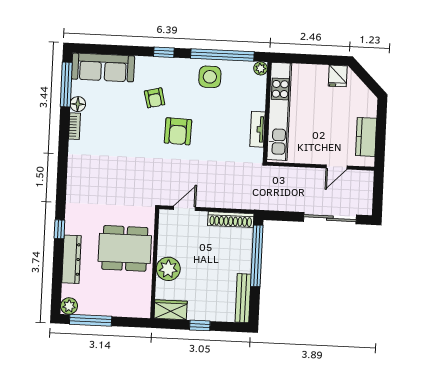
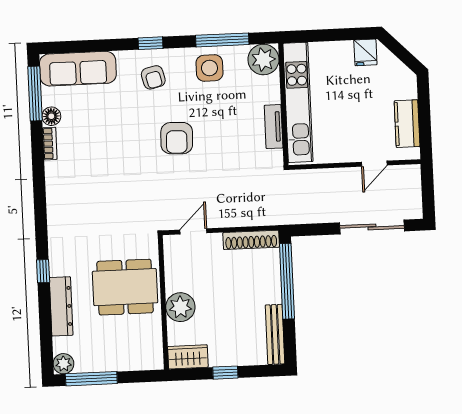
window: (222, 55) -> (222, 40), width x0.68
plant: (260, 68) -> (263, 59), width x1.88, depth x1.88
armchair: (155, 98) -> (153, 77), moved

